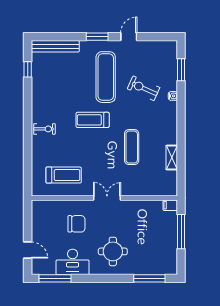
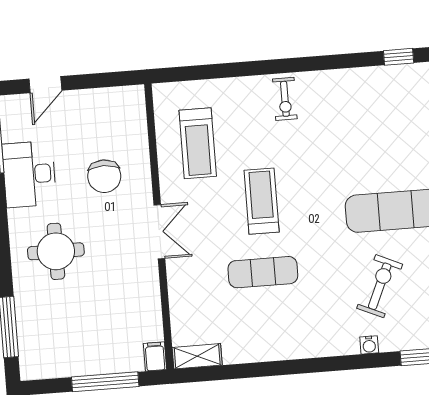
treadmill: (93, 120) -> (262, 201), moved
shelving: (172, 158) -> (197, 356), moved

